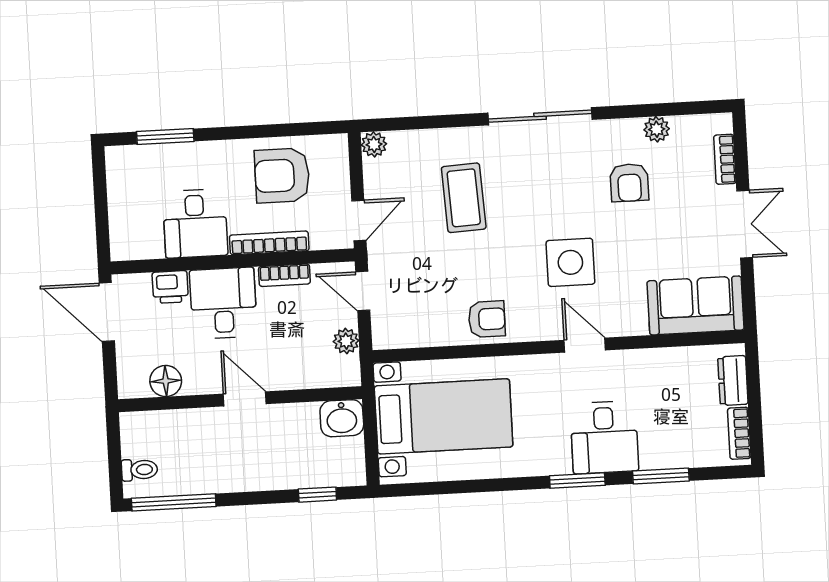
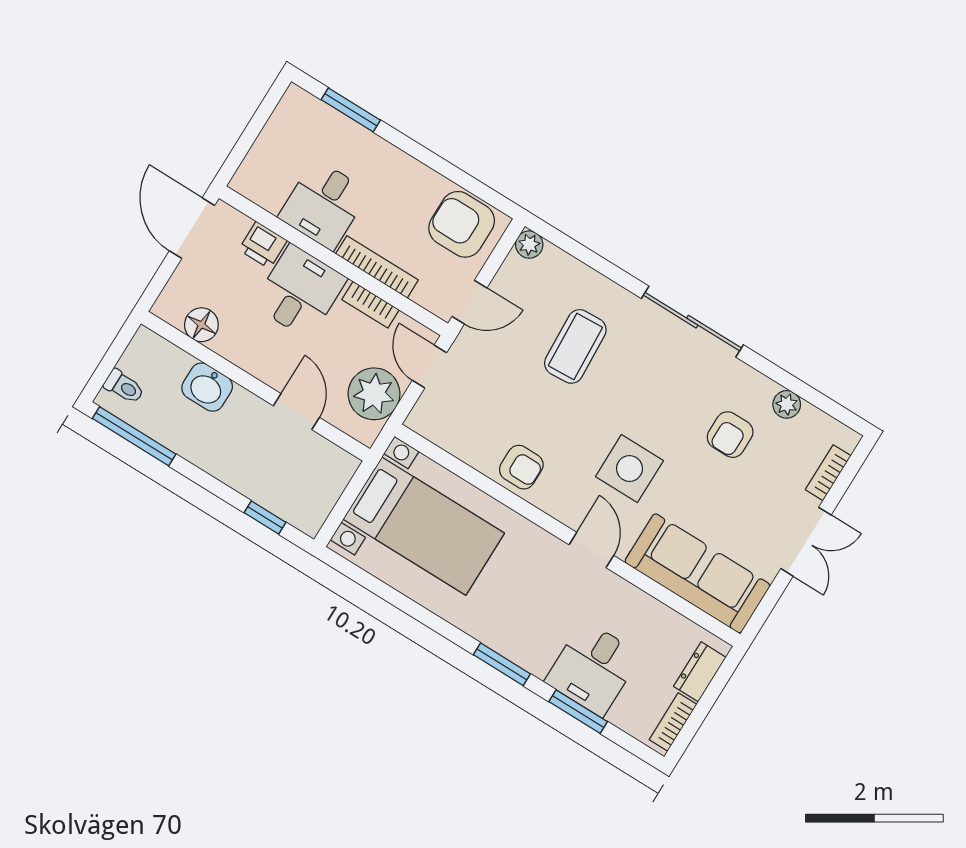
armchair: (282, 175) -> (462, 224), moved
sofa: (695, 305) -> (697, 573), width x1.36
plant: (346, 341) -> (374, 394), width x1.88, depth x1.88
door: (245, 399) -> (296, 412), moved
washbasin: (342, 418) -> (207, 387), moved
desk: (604, 437) -> (593, 668), moved

